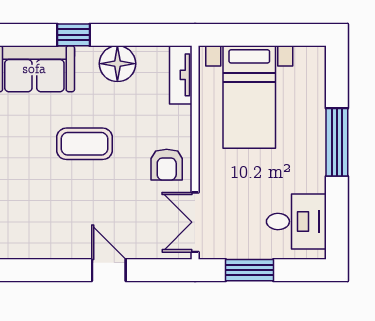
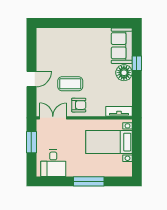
floor lamp: (117, 64) -> (124, 73), moved
coffee table: (84, 144) -> (70, 84), moved, turned 90
armchair: (167, 165) -> (79, 105), turned 180

